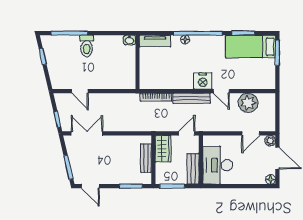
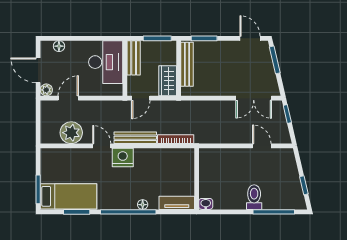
bench: (146, 158) -> (187, 64), width x1.36
floor lamp: (271, 179) -> (59, 46), moved

